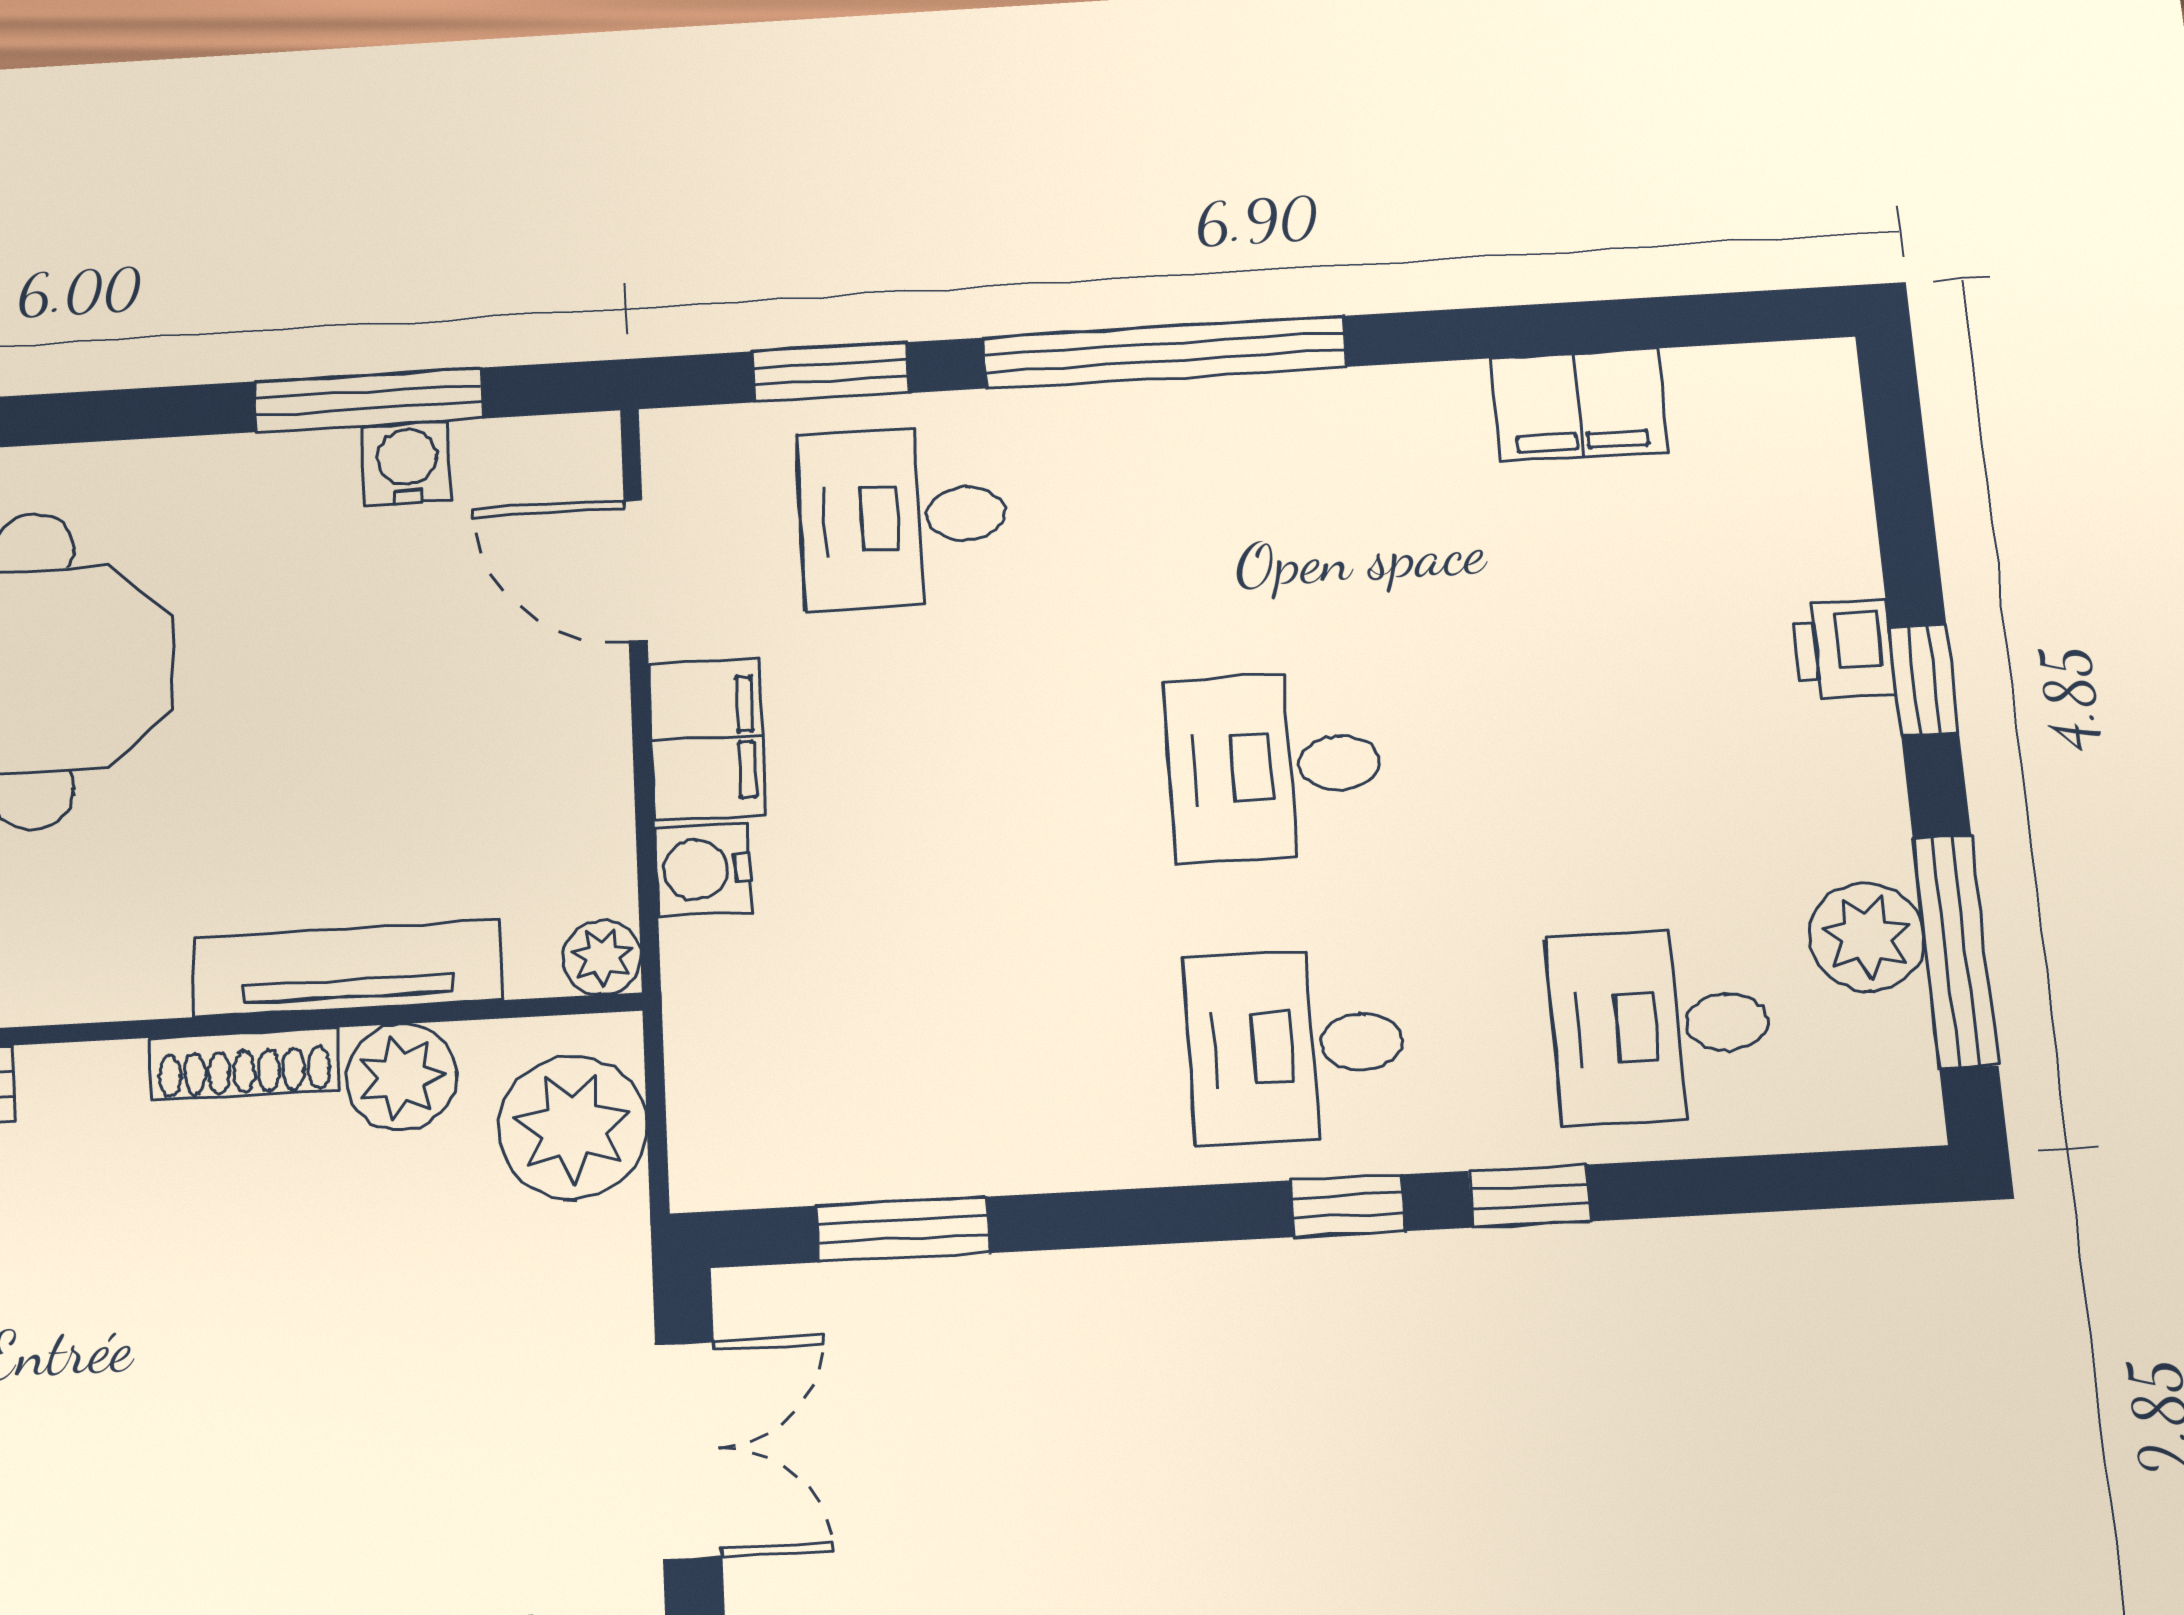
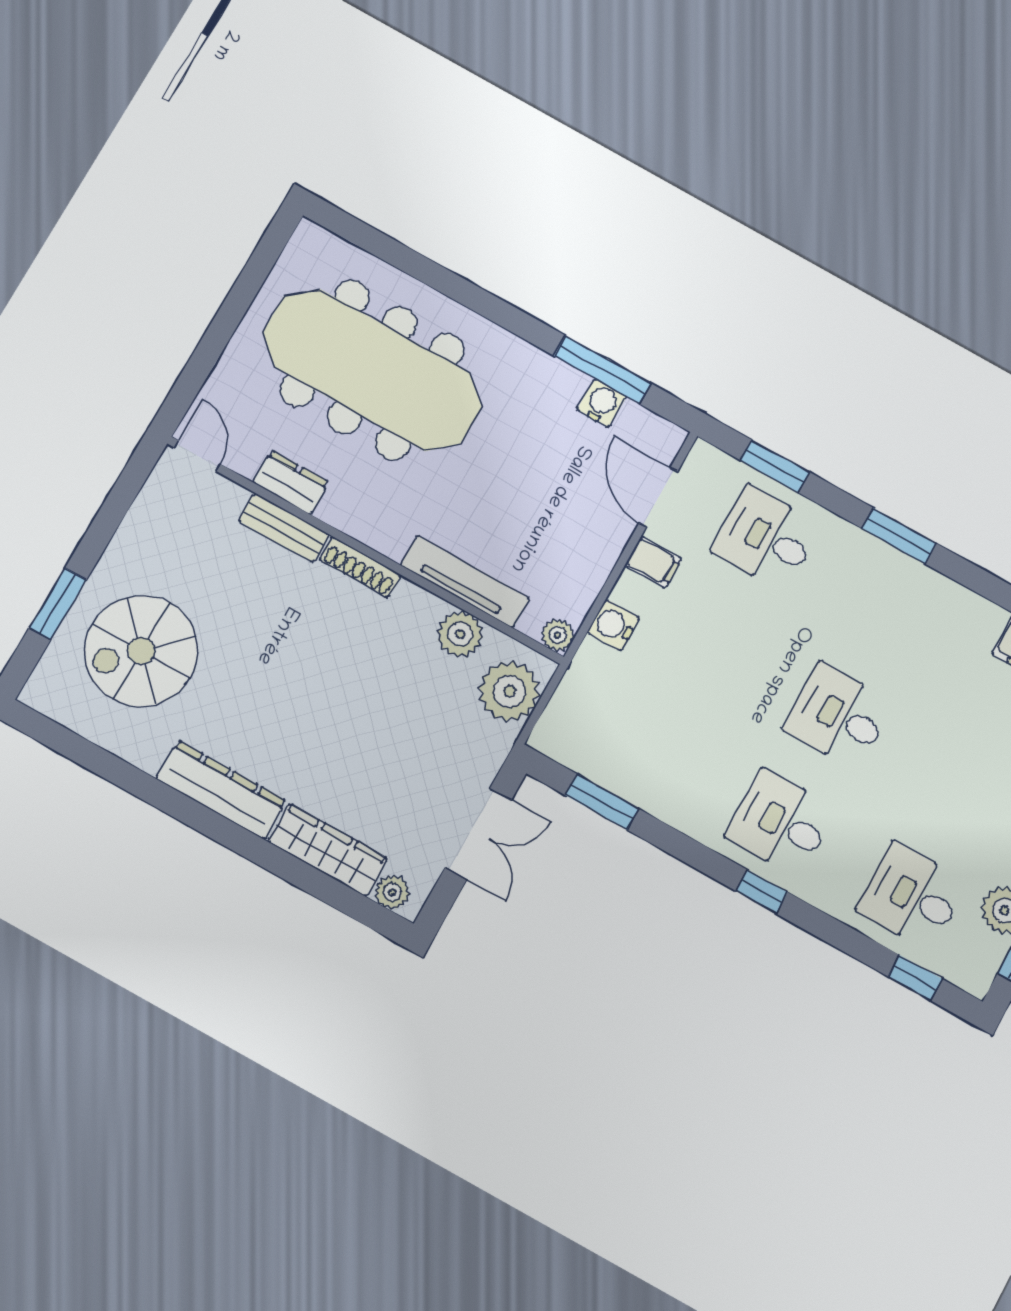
window: (1165, 352) -> (899, 536), width x0.47
filing cabinet: (707, 739) -> (653, 562), width x0.50
shoe rack: (244, 1064) -> (360, 567), moved
window: (1530, 1196) -> (915, 978), moved

